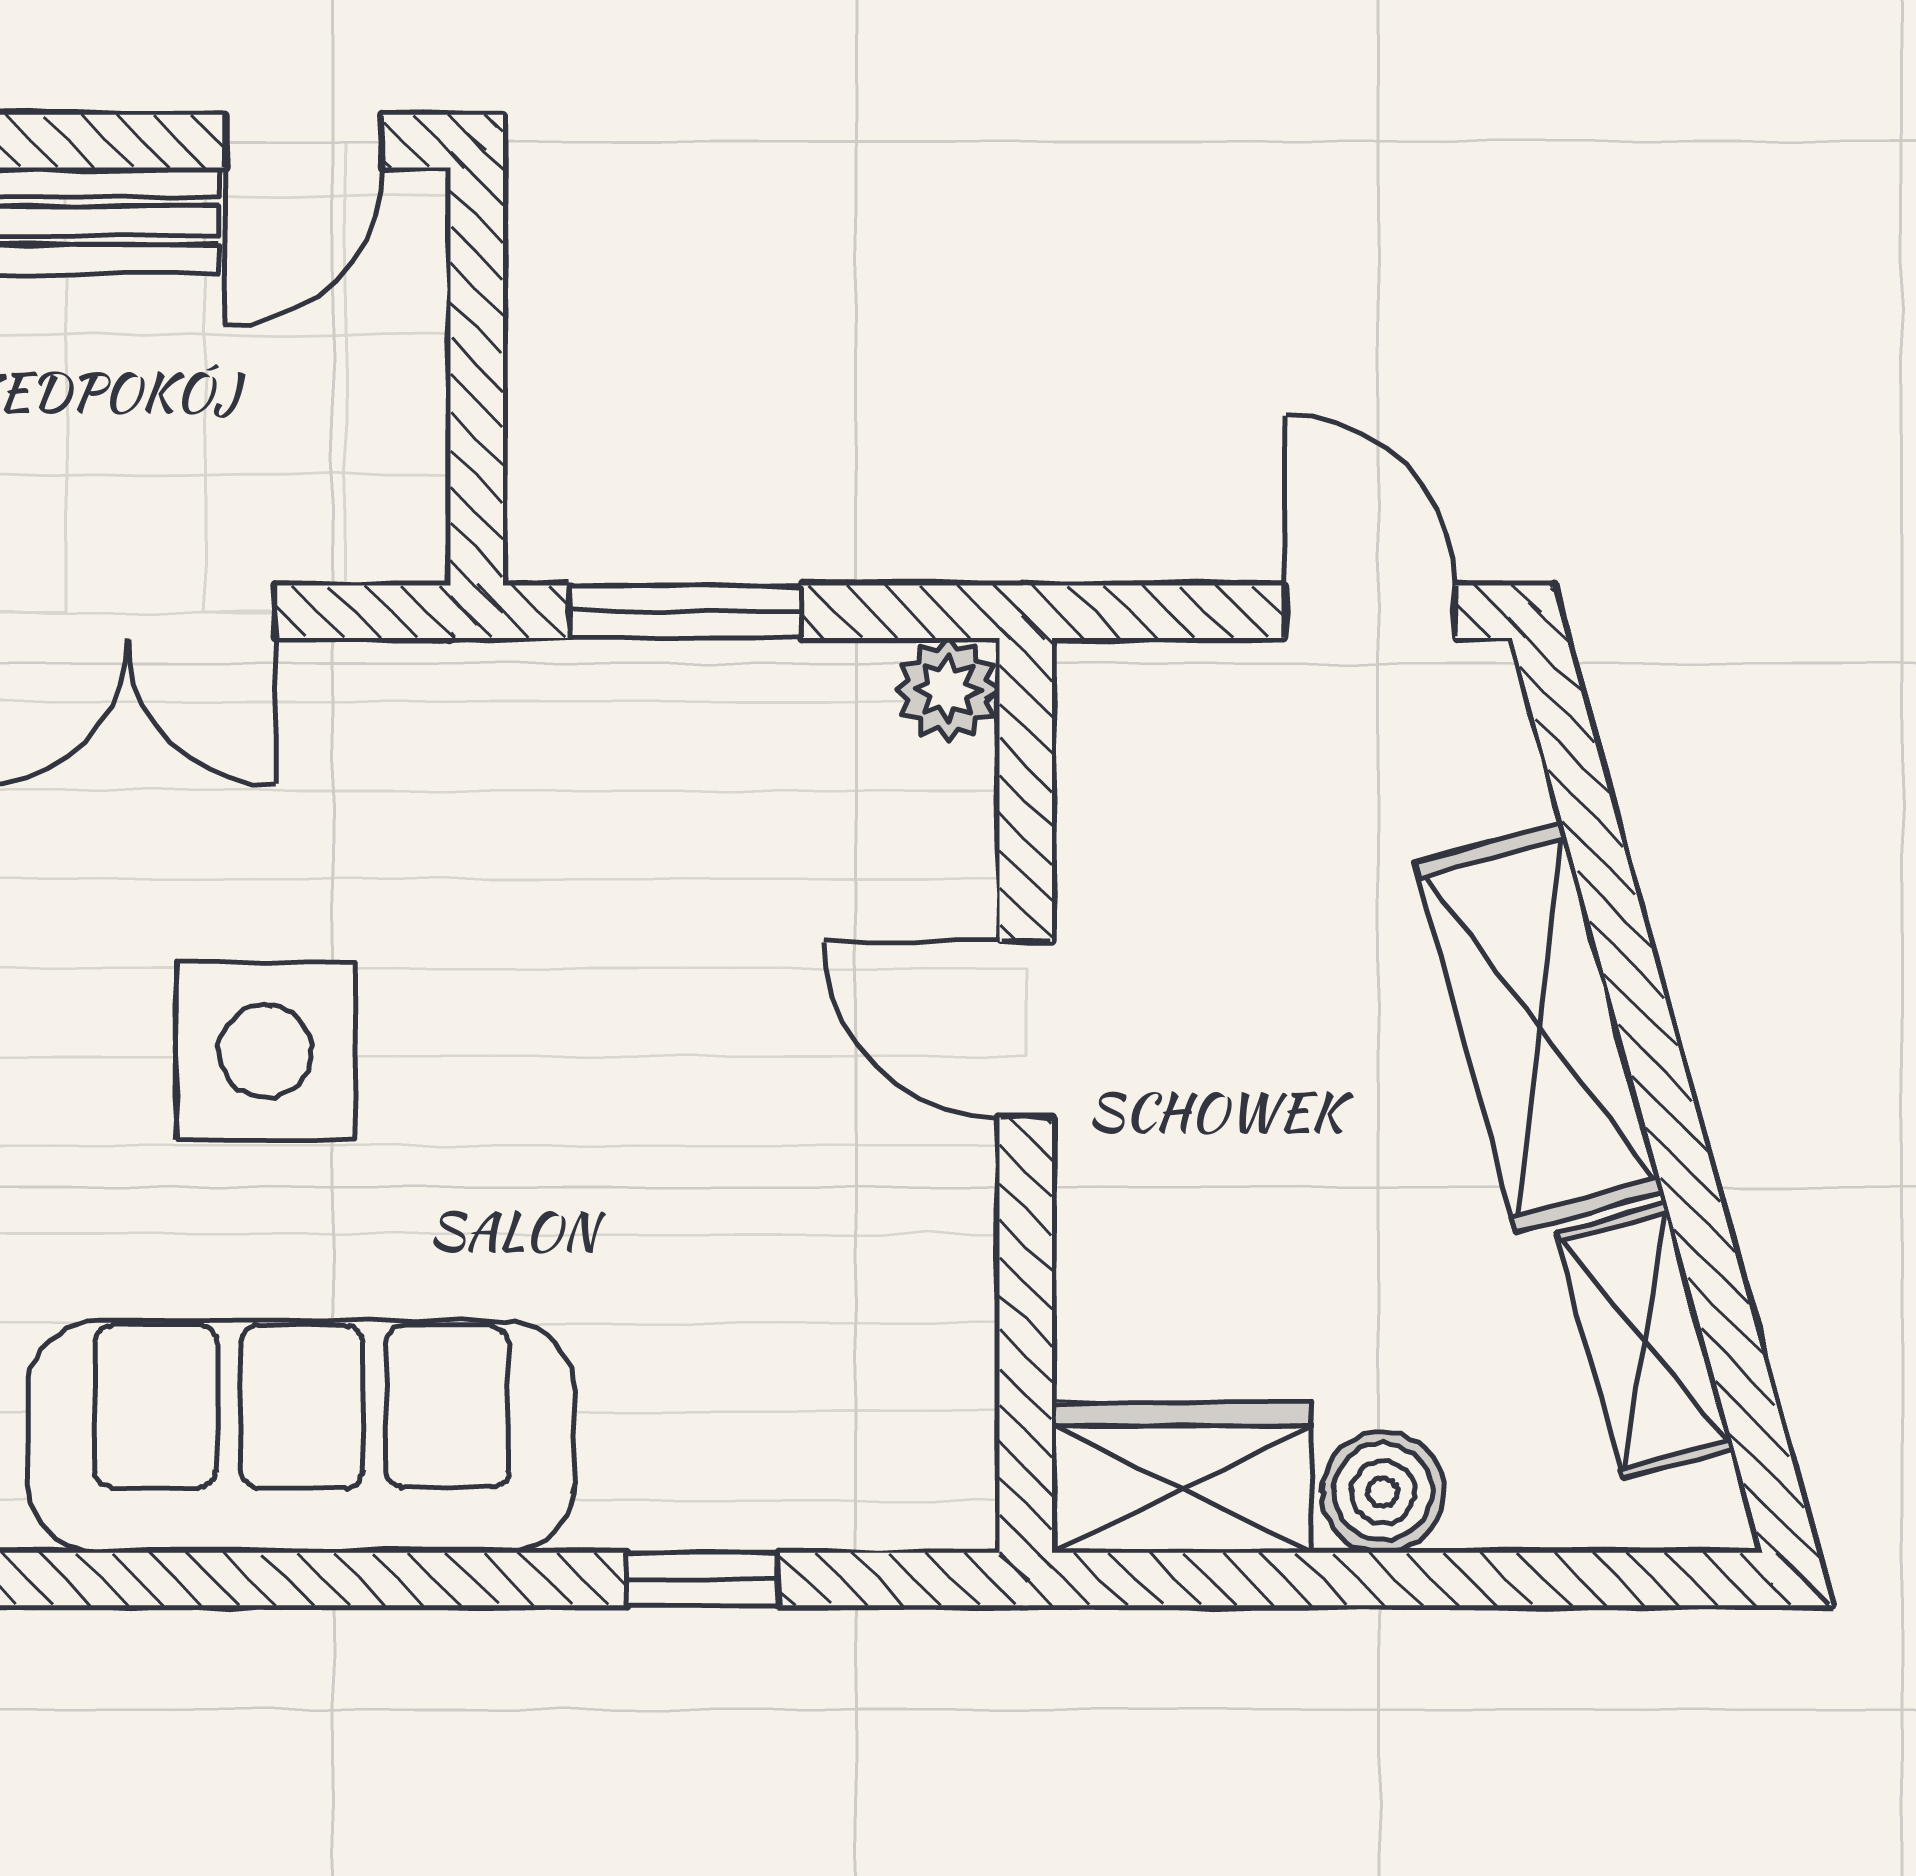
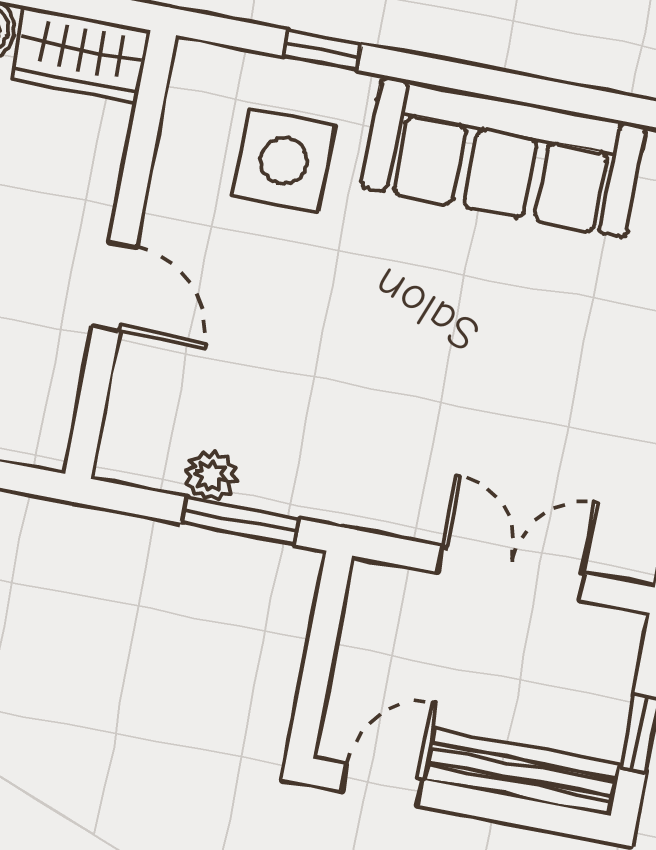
plant: (948, 690) -> (211, 476), moved
side table: (265, 1051) -> (284, 161), moved

